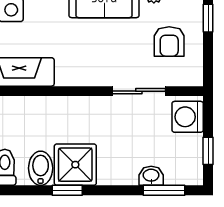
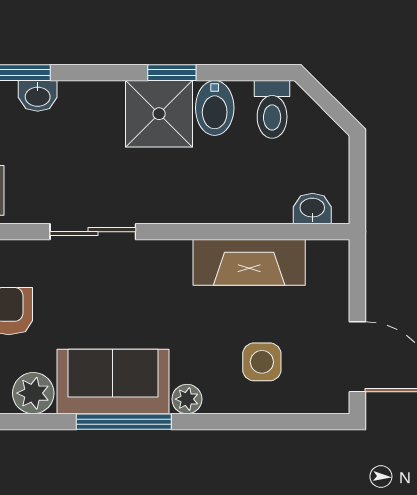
sliding door: (139, 91) -> (93, 232), moved

